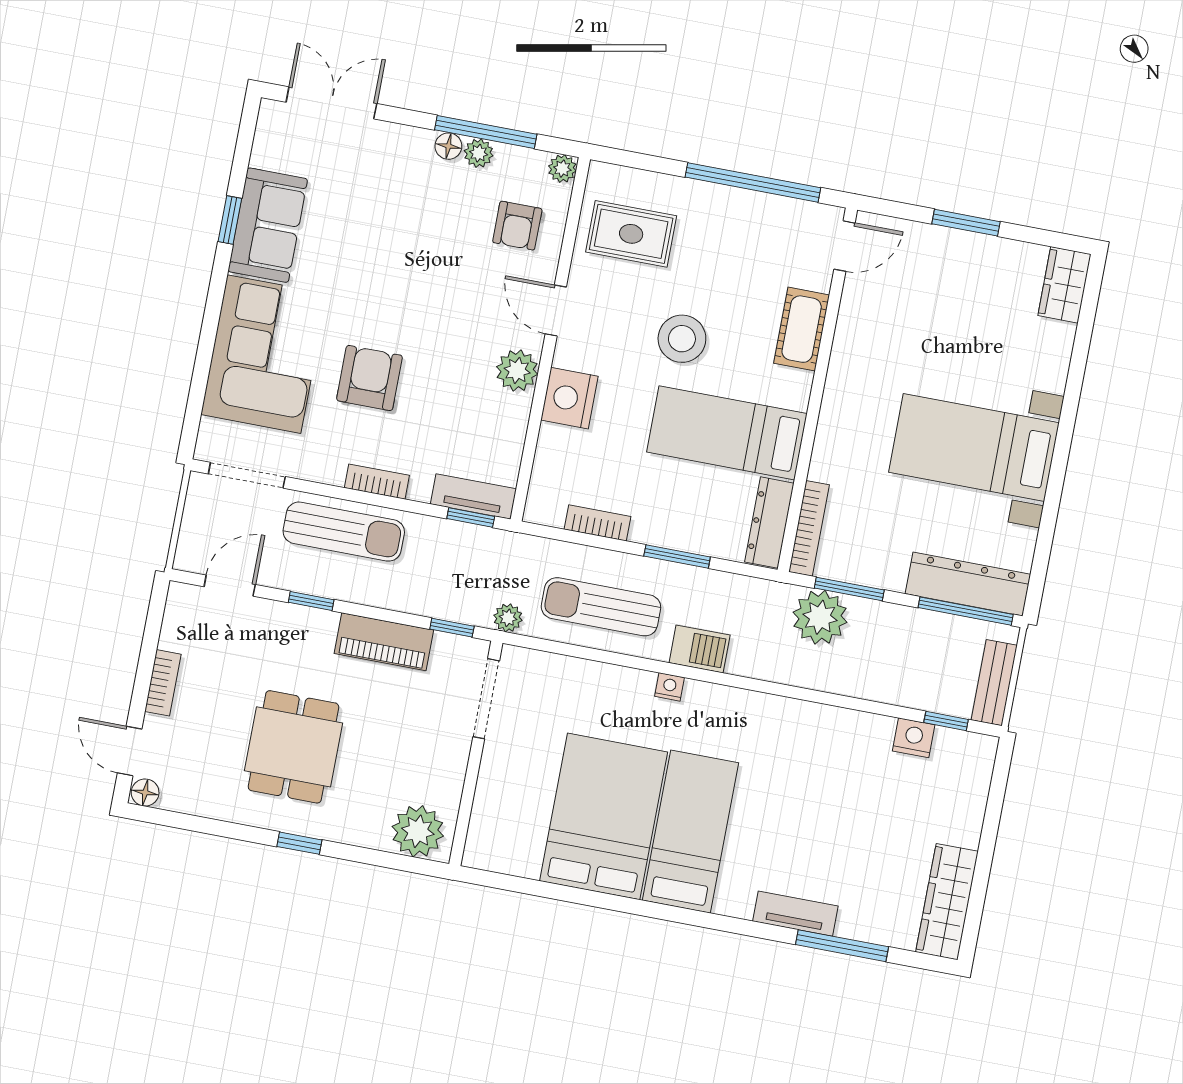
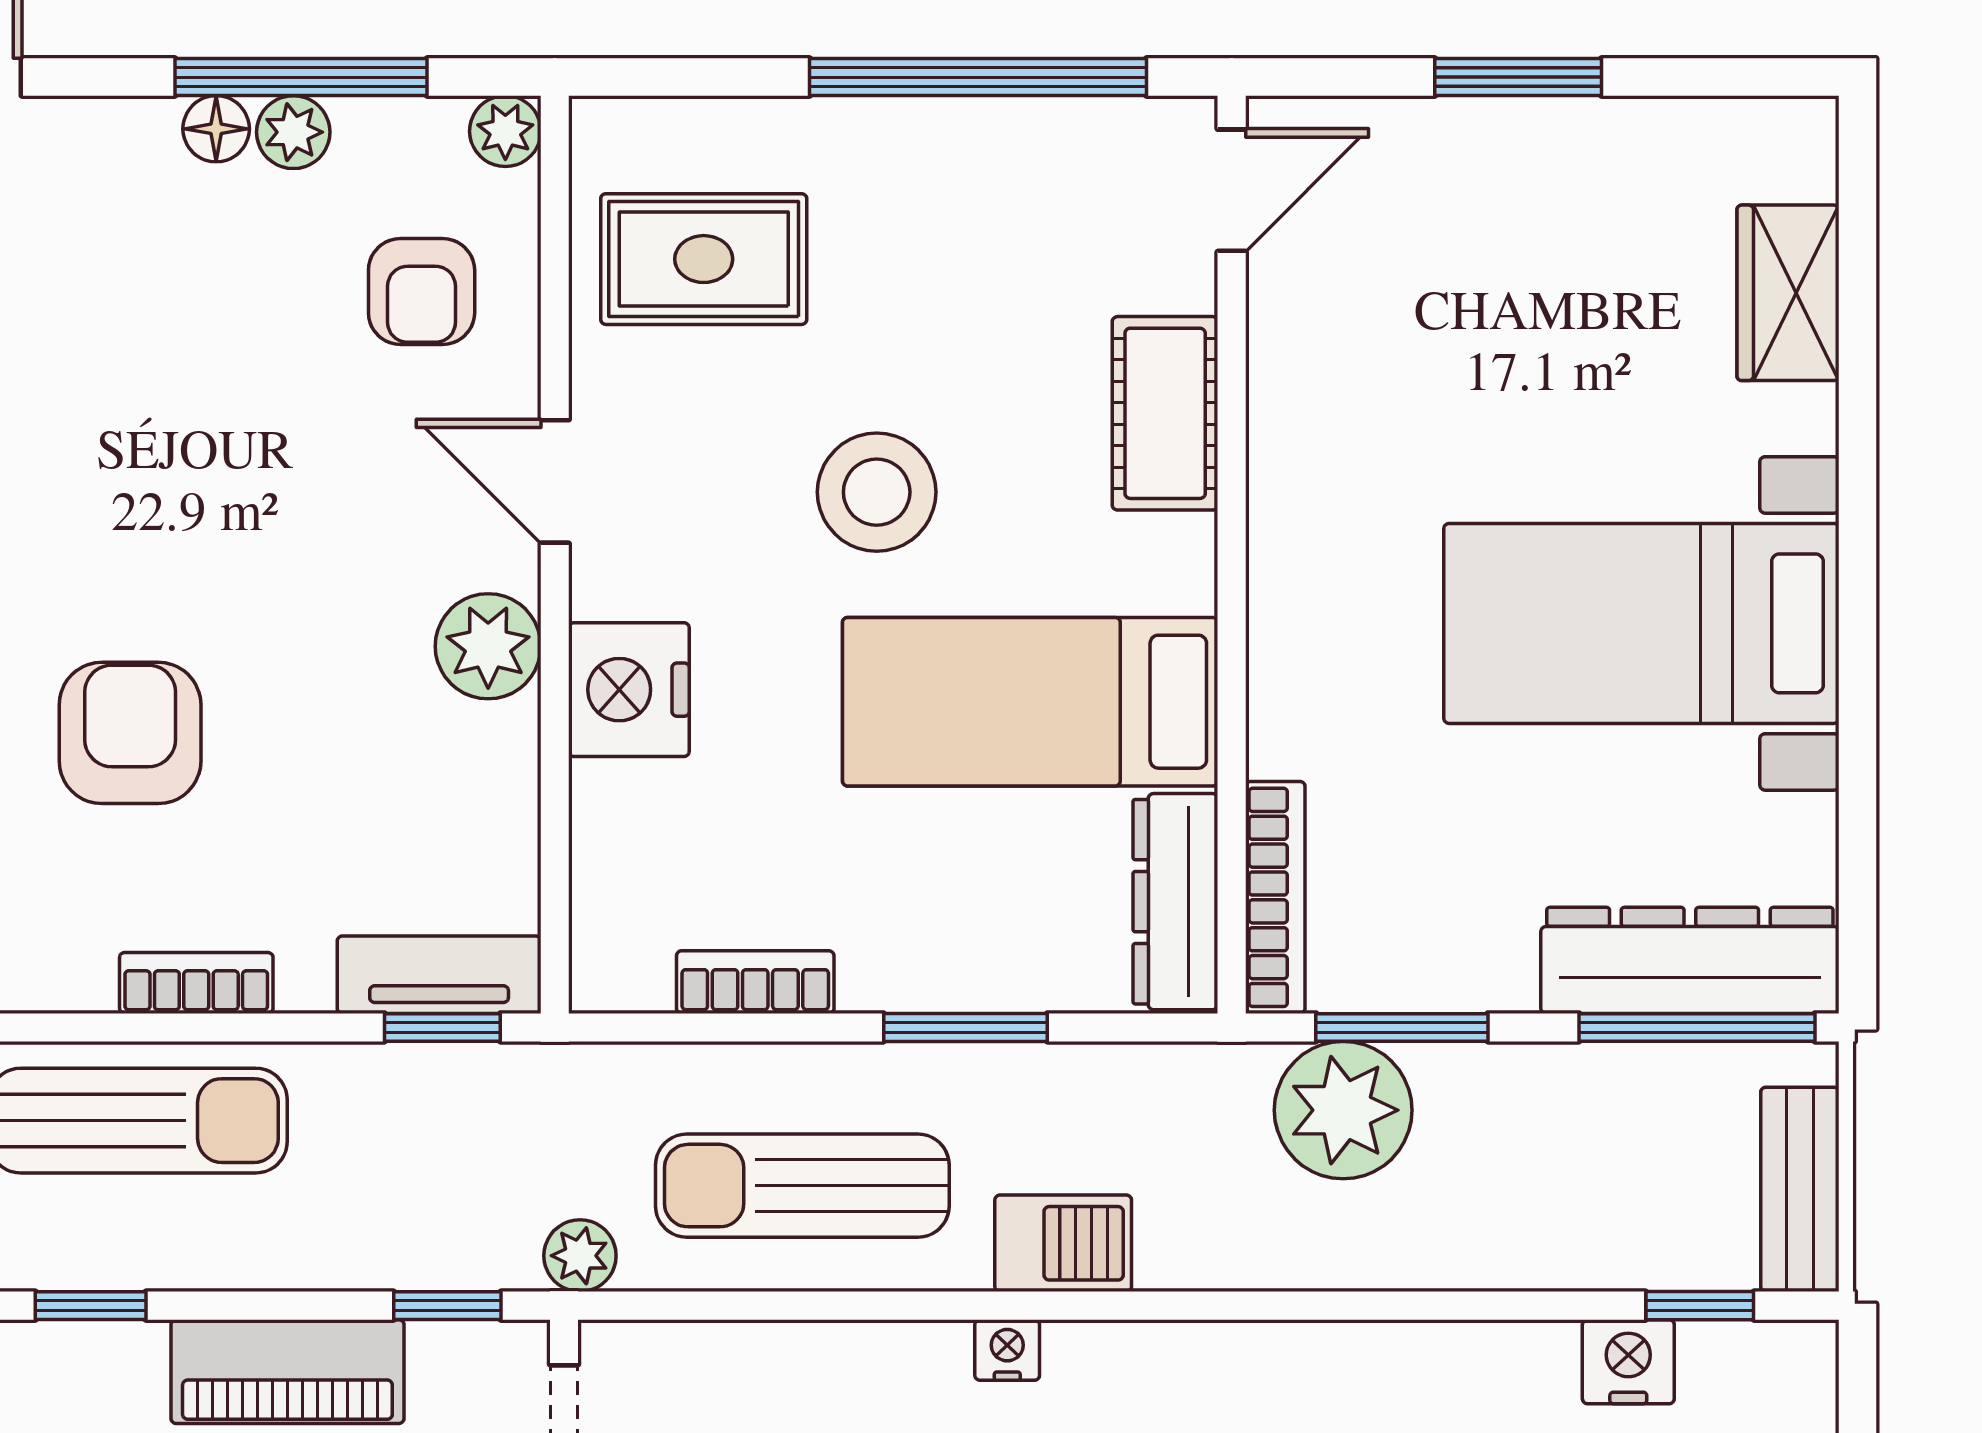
wardrobe: (1065, 285) -> (1788, 293), moved

